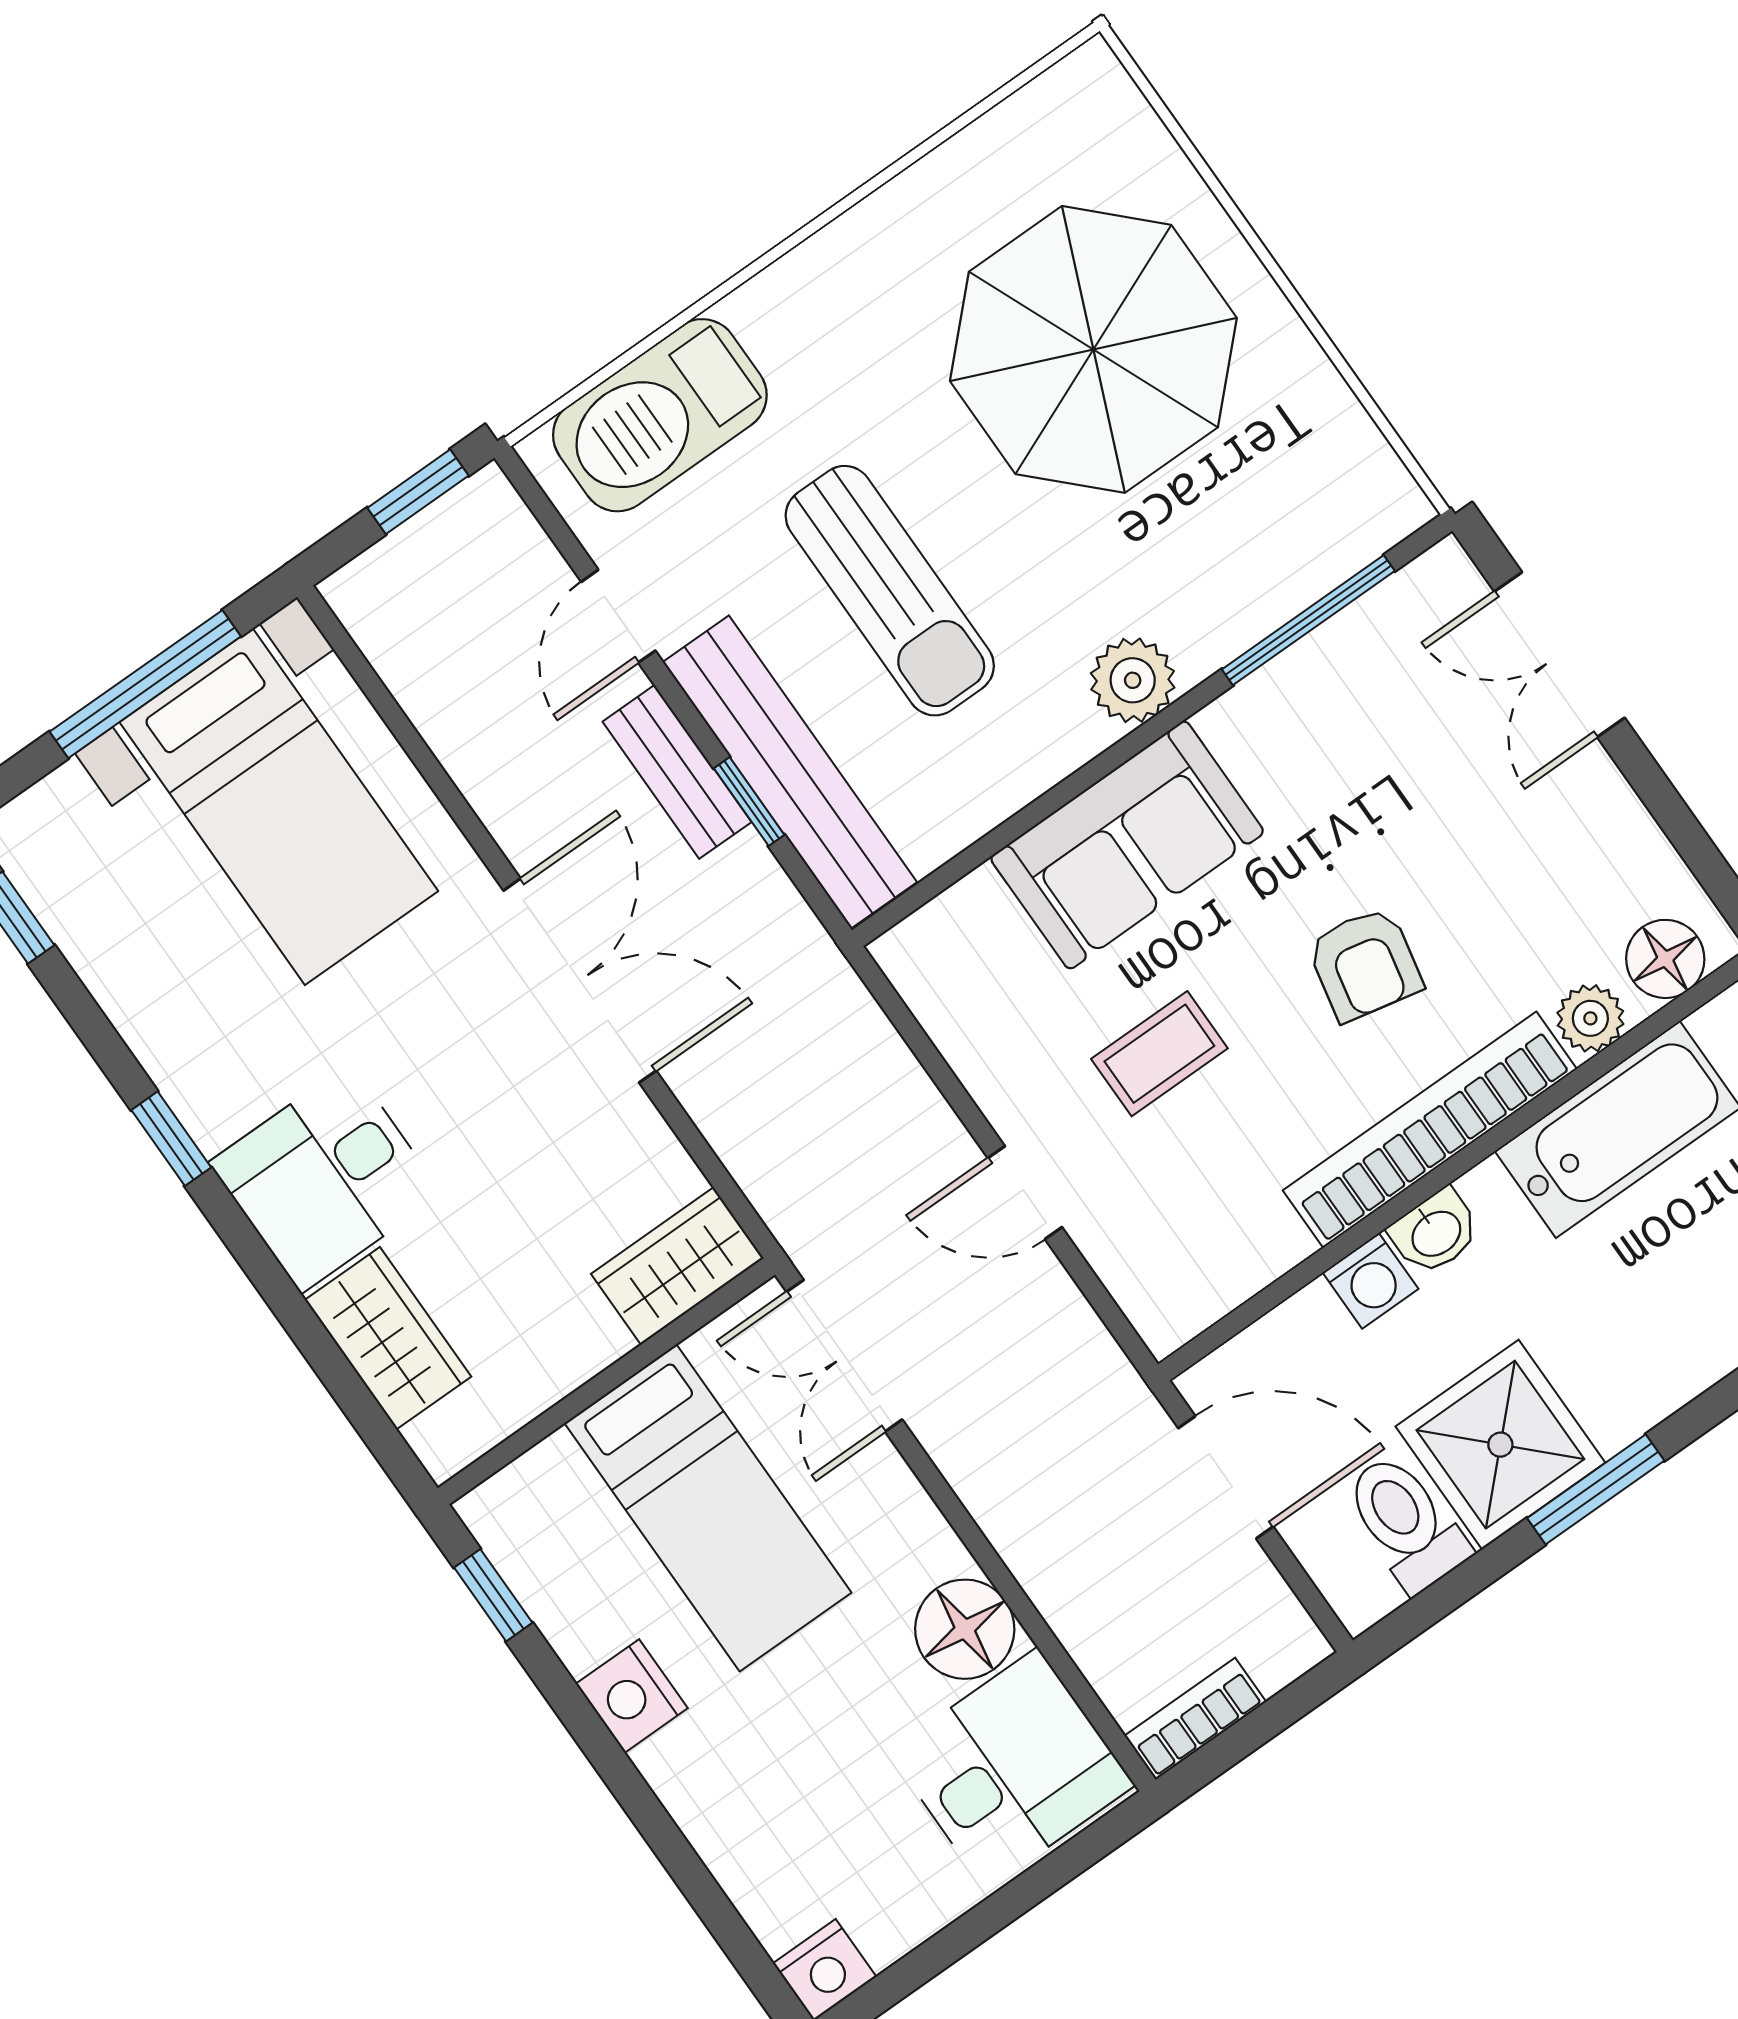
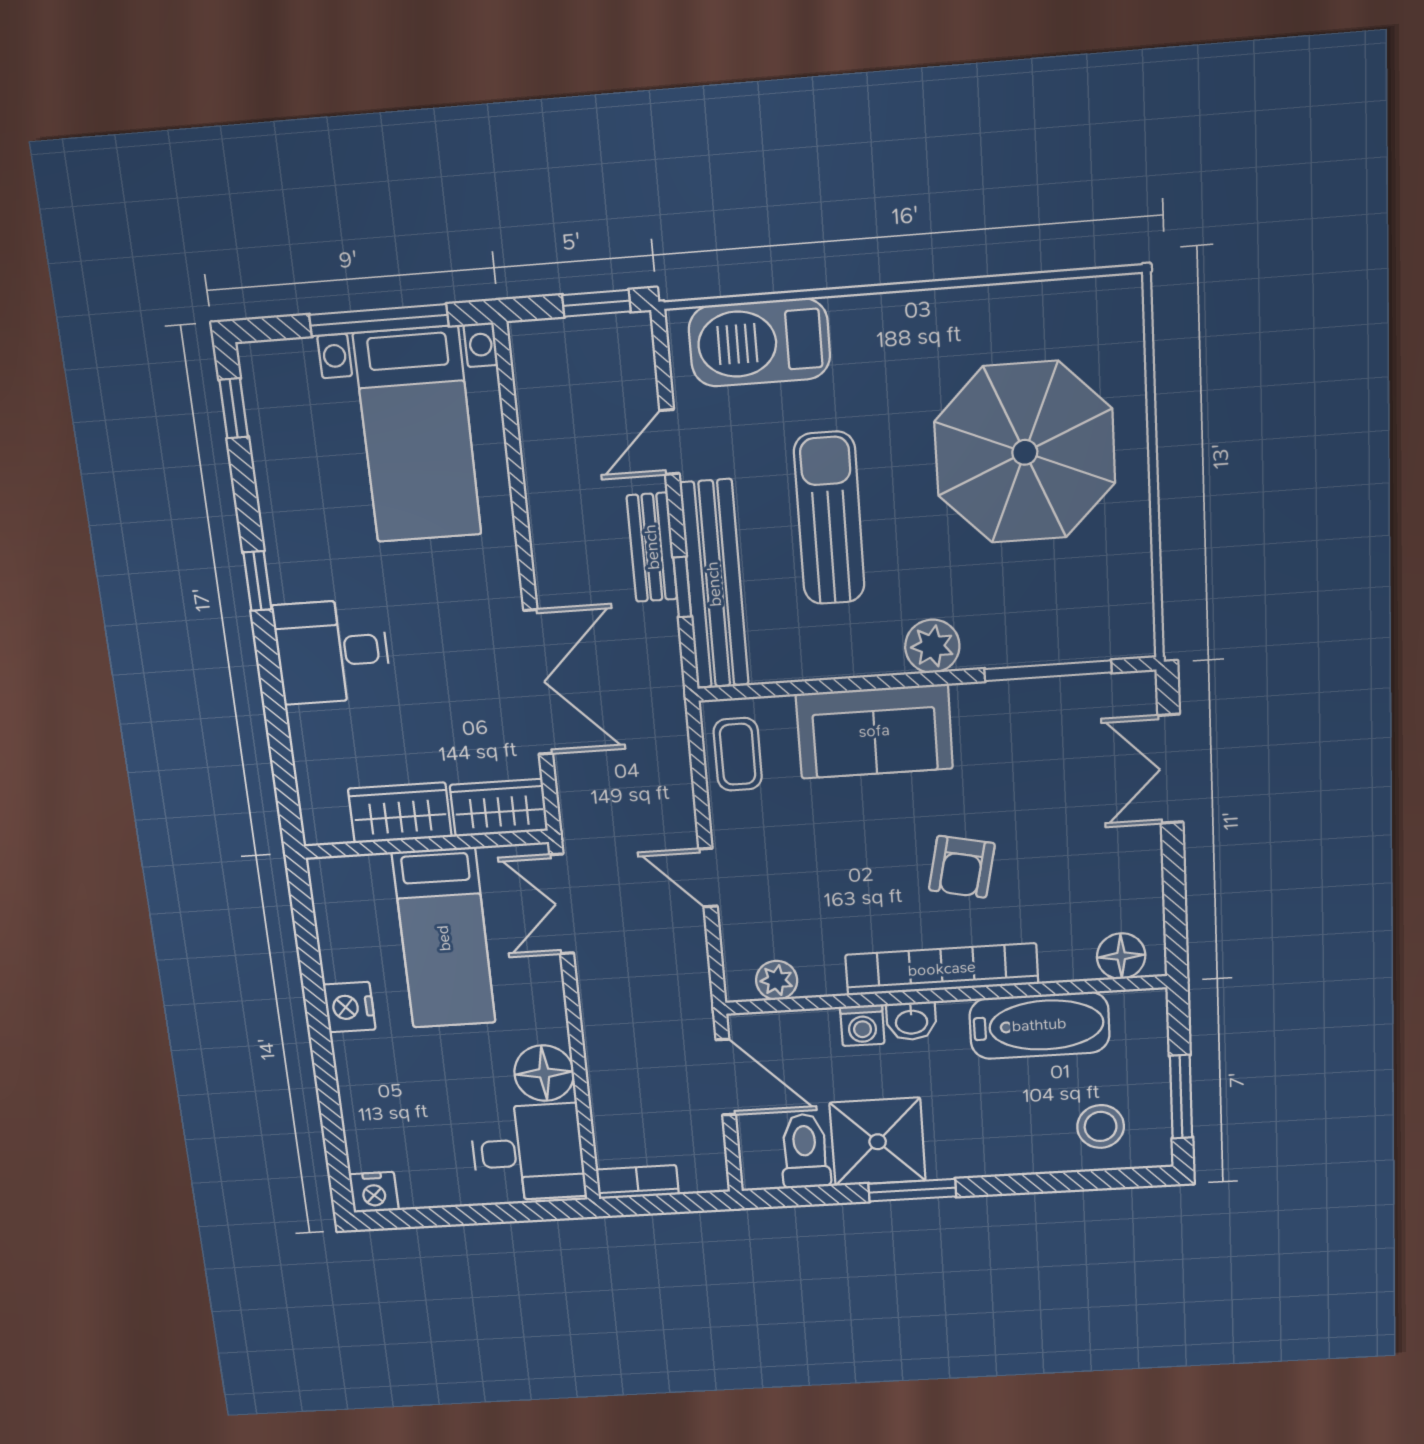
sun lounger: (890, 591) -> (829, 518), turned 180
double door: (580, 981) -> (538, 682), moved
plant: (1590, 1018) -> (777, 980), moved
coffee table: (1159, 1054) -> (738, 754), moved, turned 90
wardrobe: (388, 1338) -> (400, 813), moved, turned -90
window: (493, 1595) -> (304, 916), removed

